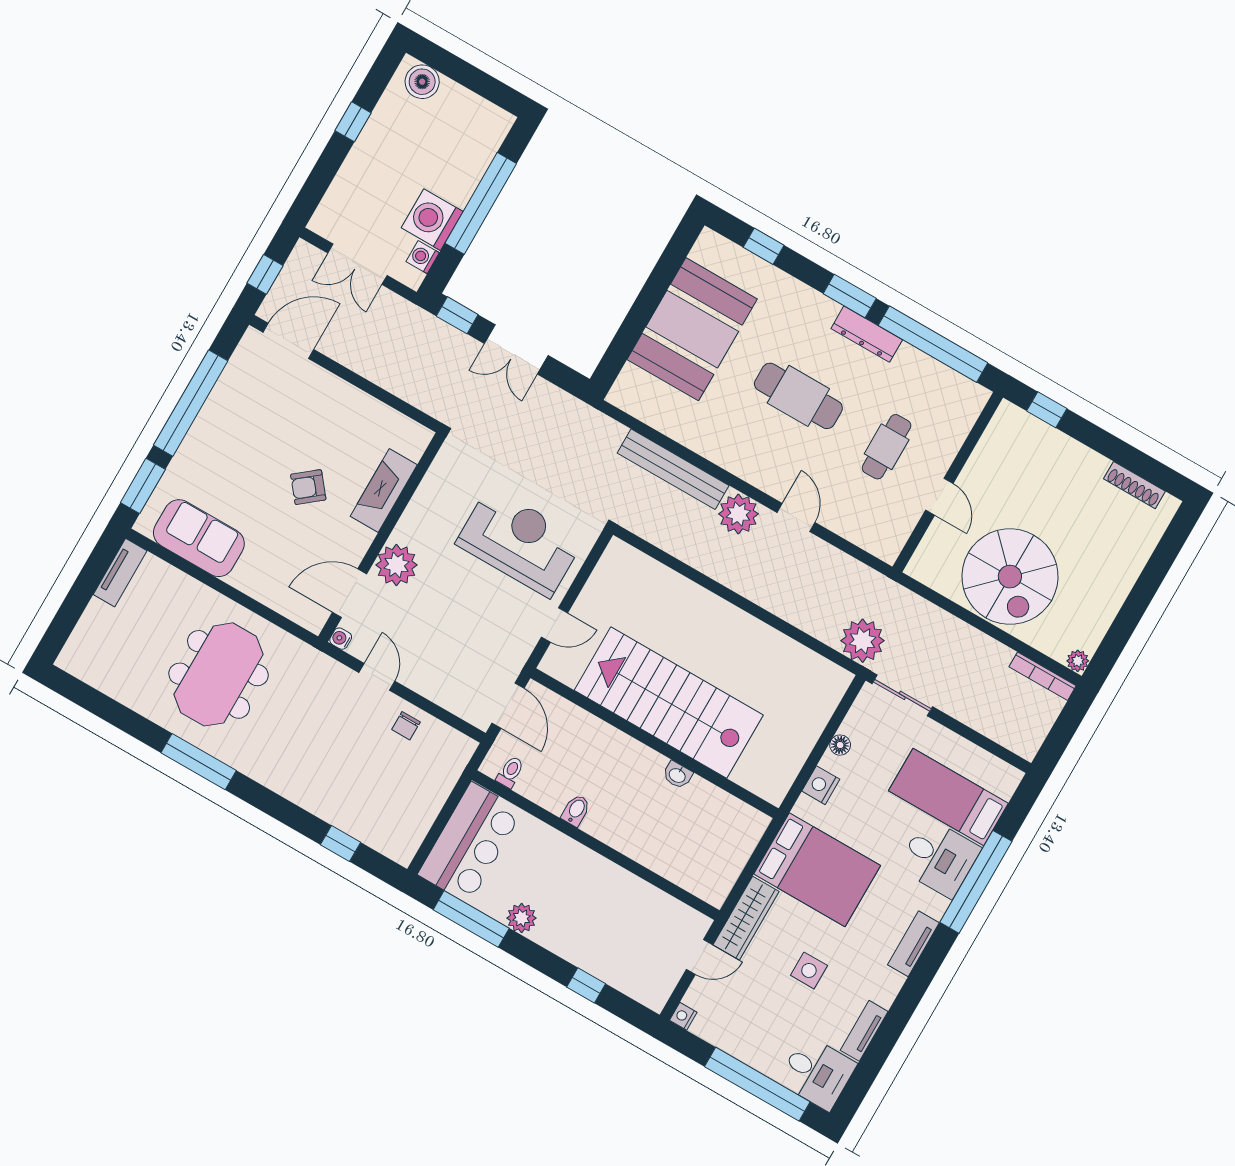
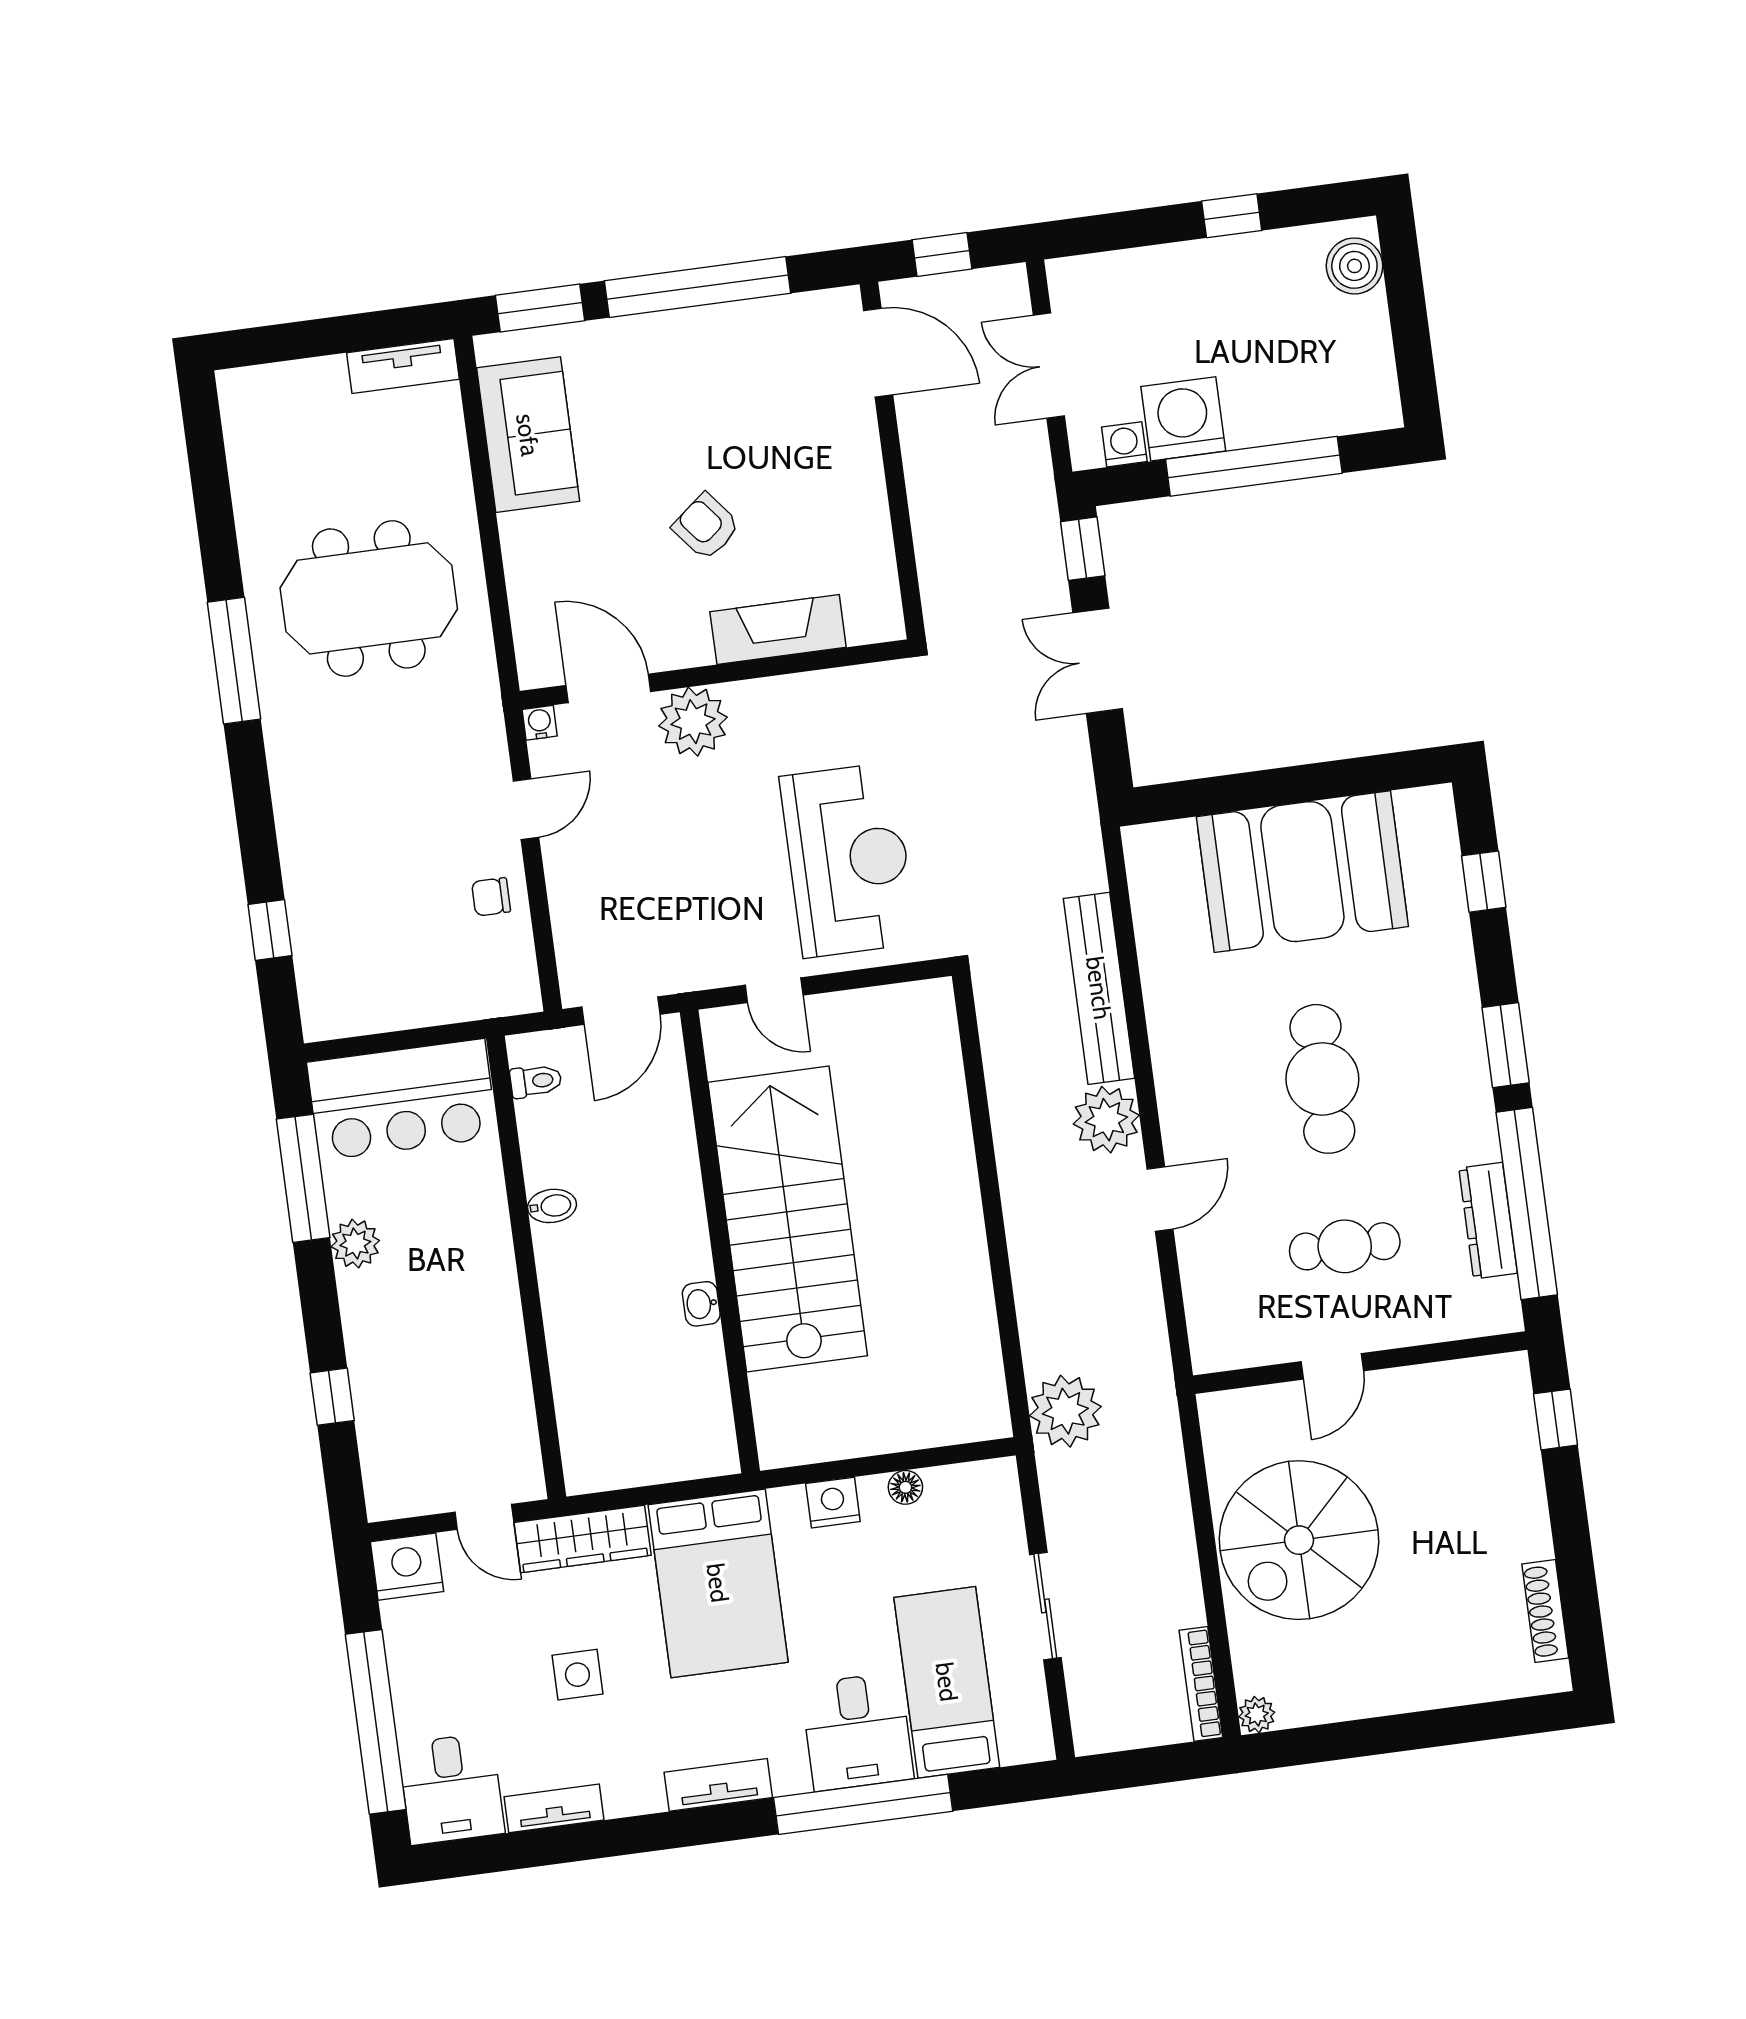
dresser: (867, 334) -> (1488, 1221), moved
sliding door: (902, 695) -> (1045, 1606), moved
nightstand: (683, 1016) -> (407, 1567), width x1.89, depth x1.79

